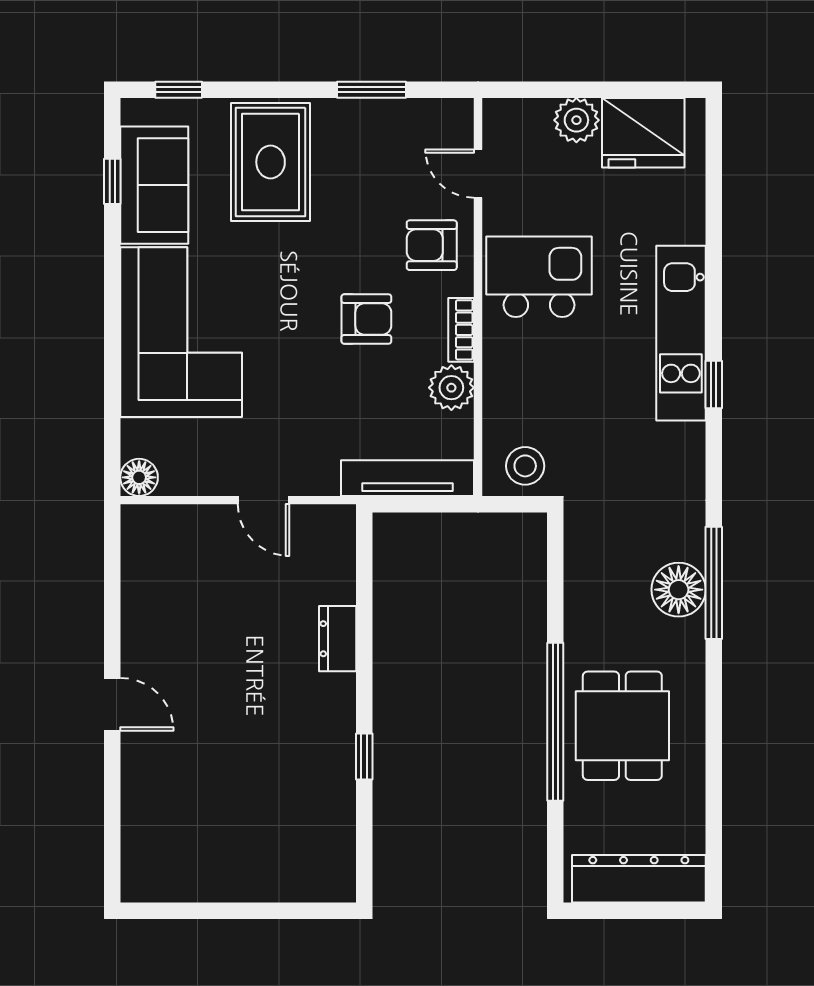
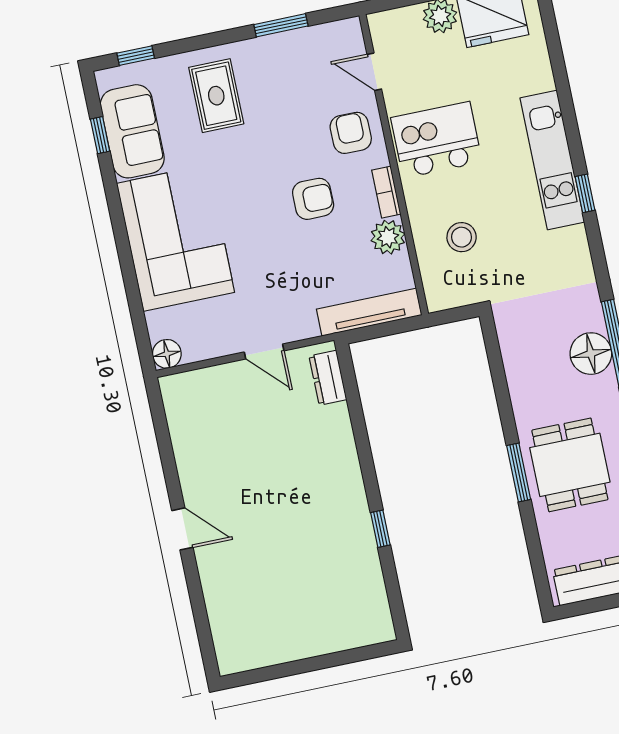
rug: (271, 162) -> (216, 96), width x0.73, depth x0.70
armchair: (432, 245) -> (351, 133), turned 90
stool: (525, 466) -> (462, 237), moved
dresser: (338, 639) -> (328, 378), moved
window: (555, 722) -> (519, 472), width x0.47

